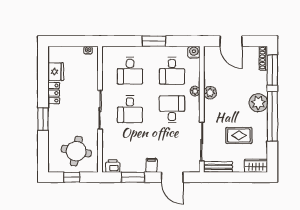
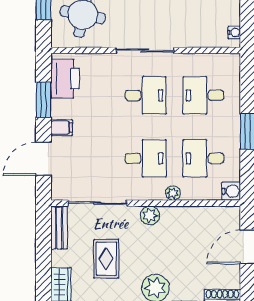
plant: (210, 93) -> (150, 215), moved
desk: (130, 109) -> (146, 95), turned 180
printer: (113, 166) -> (65, 79), width x1.87, depth x1.48

